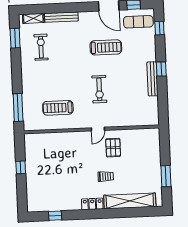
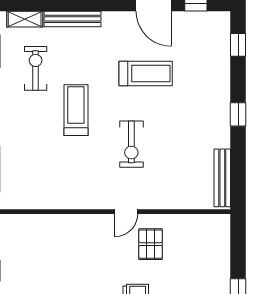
exercise mat: (138, 22) -> (203, 33), removed
bench: (152, 79) -> (222, 178), moved
treadmill: (58, 108) -> (76, 110), moved, turned 90

